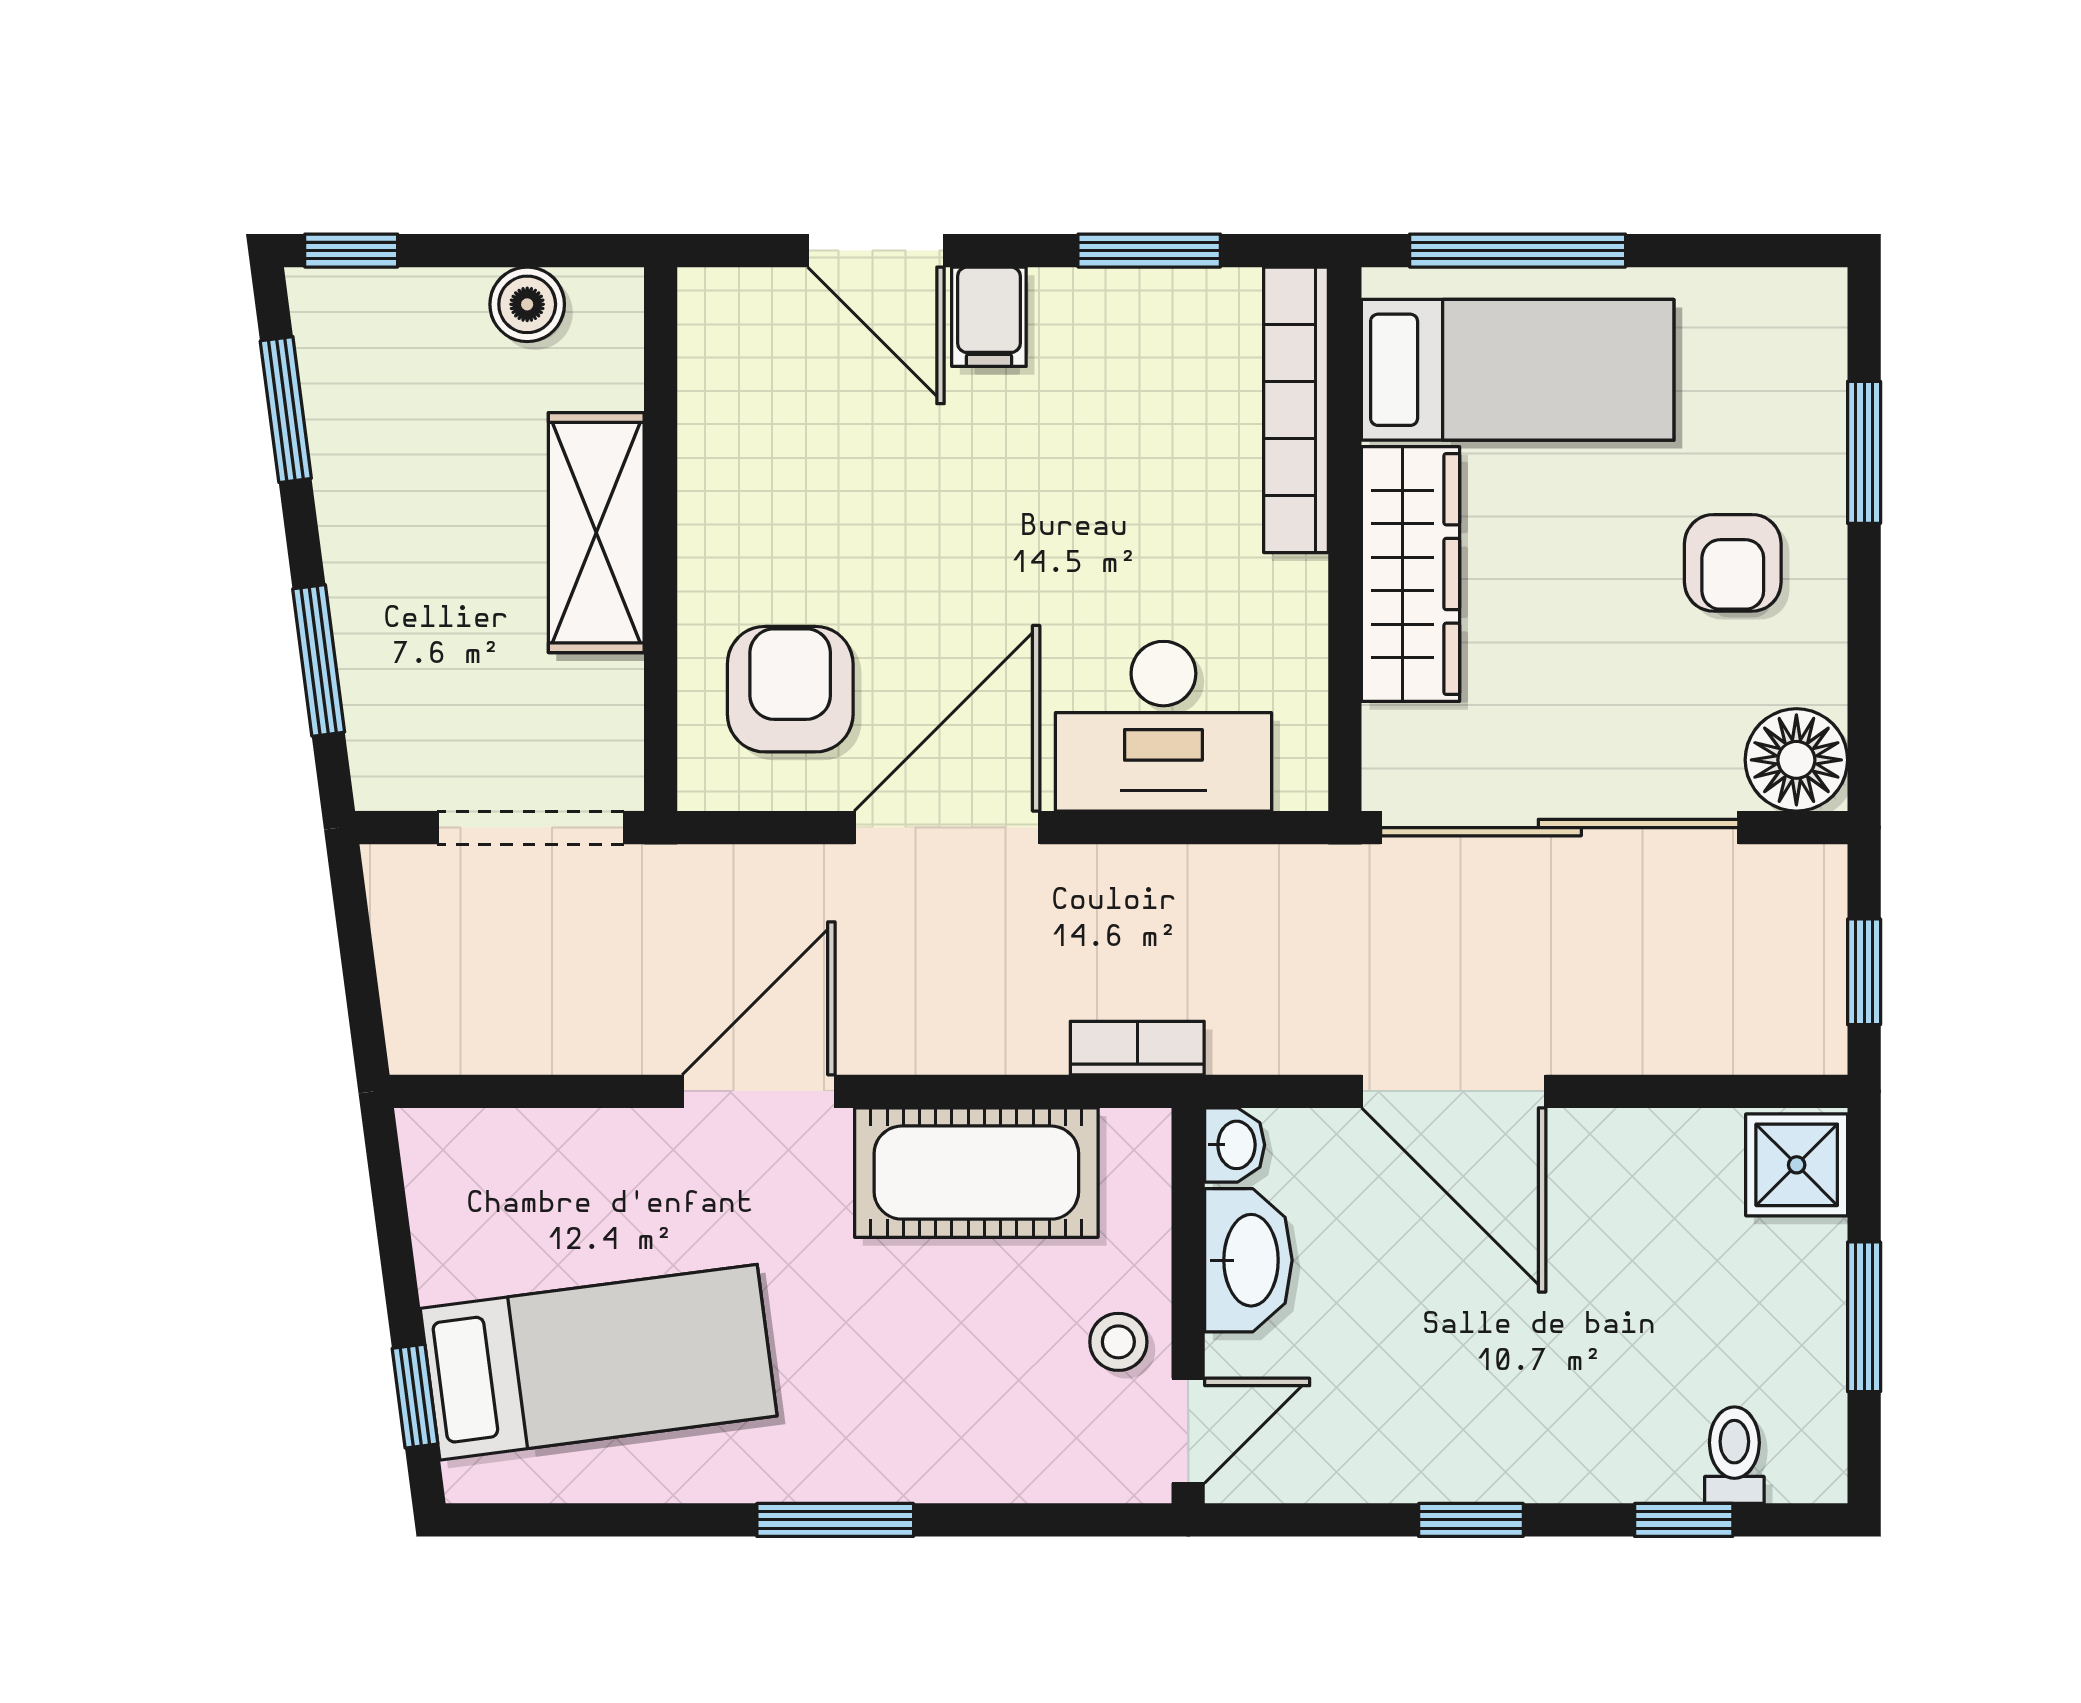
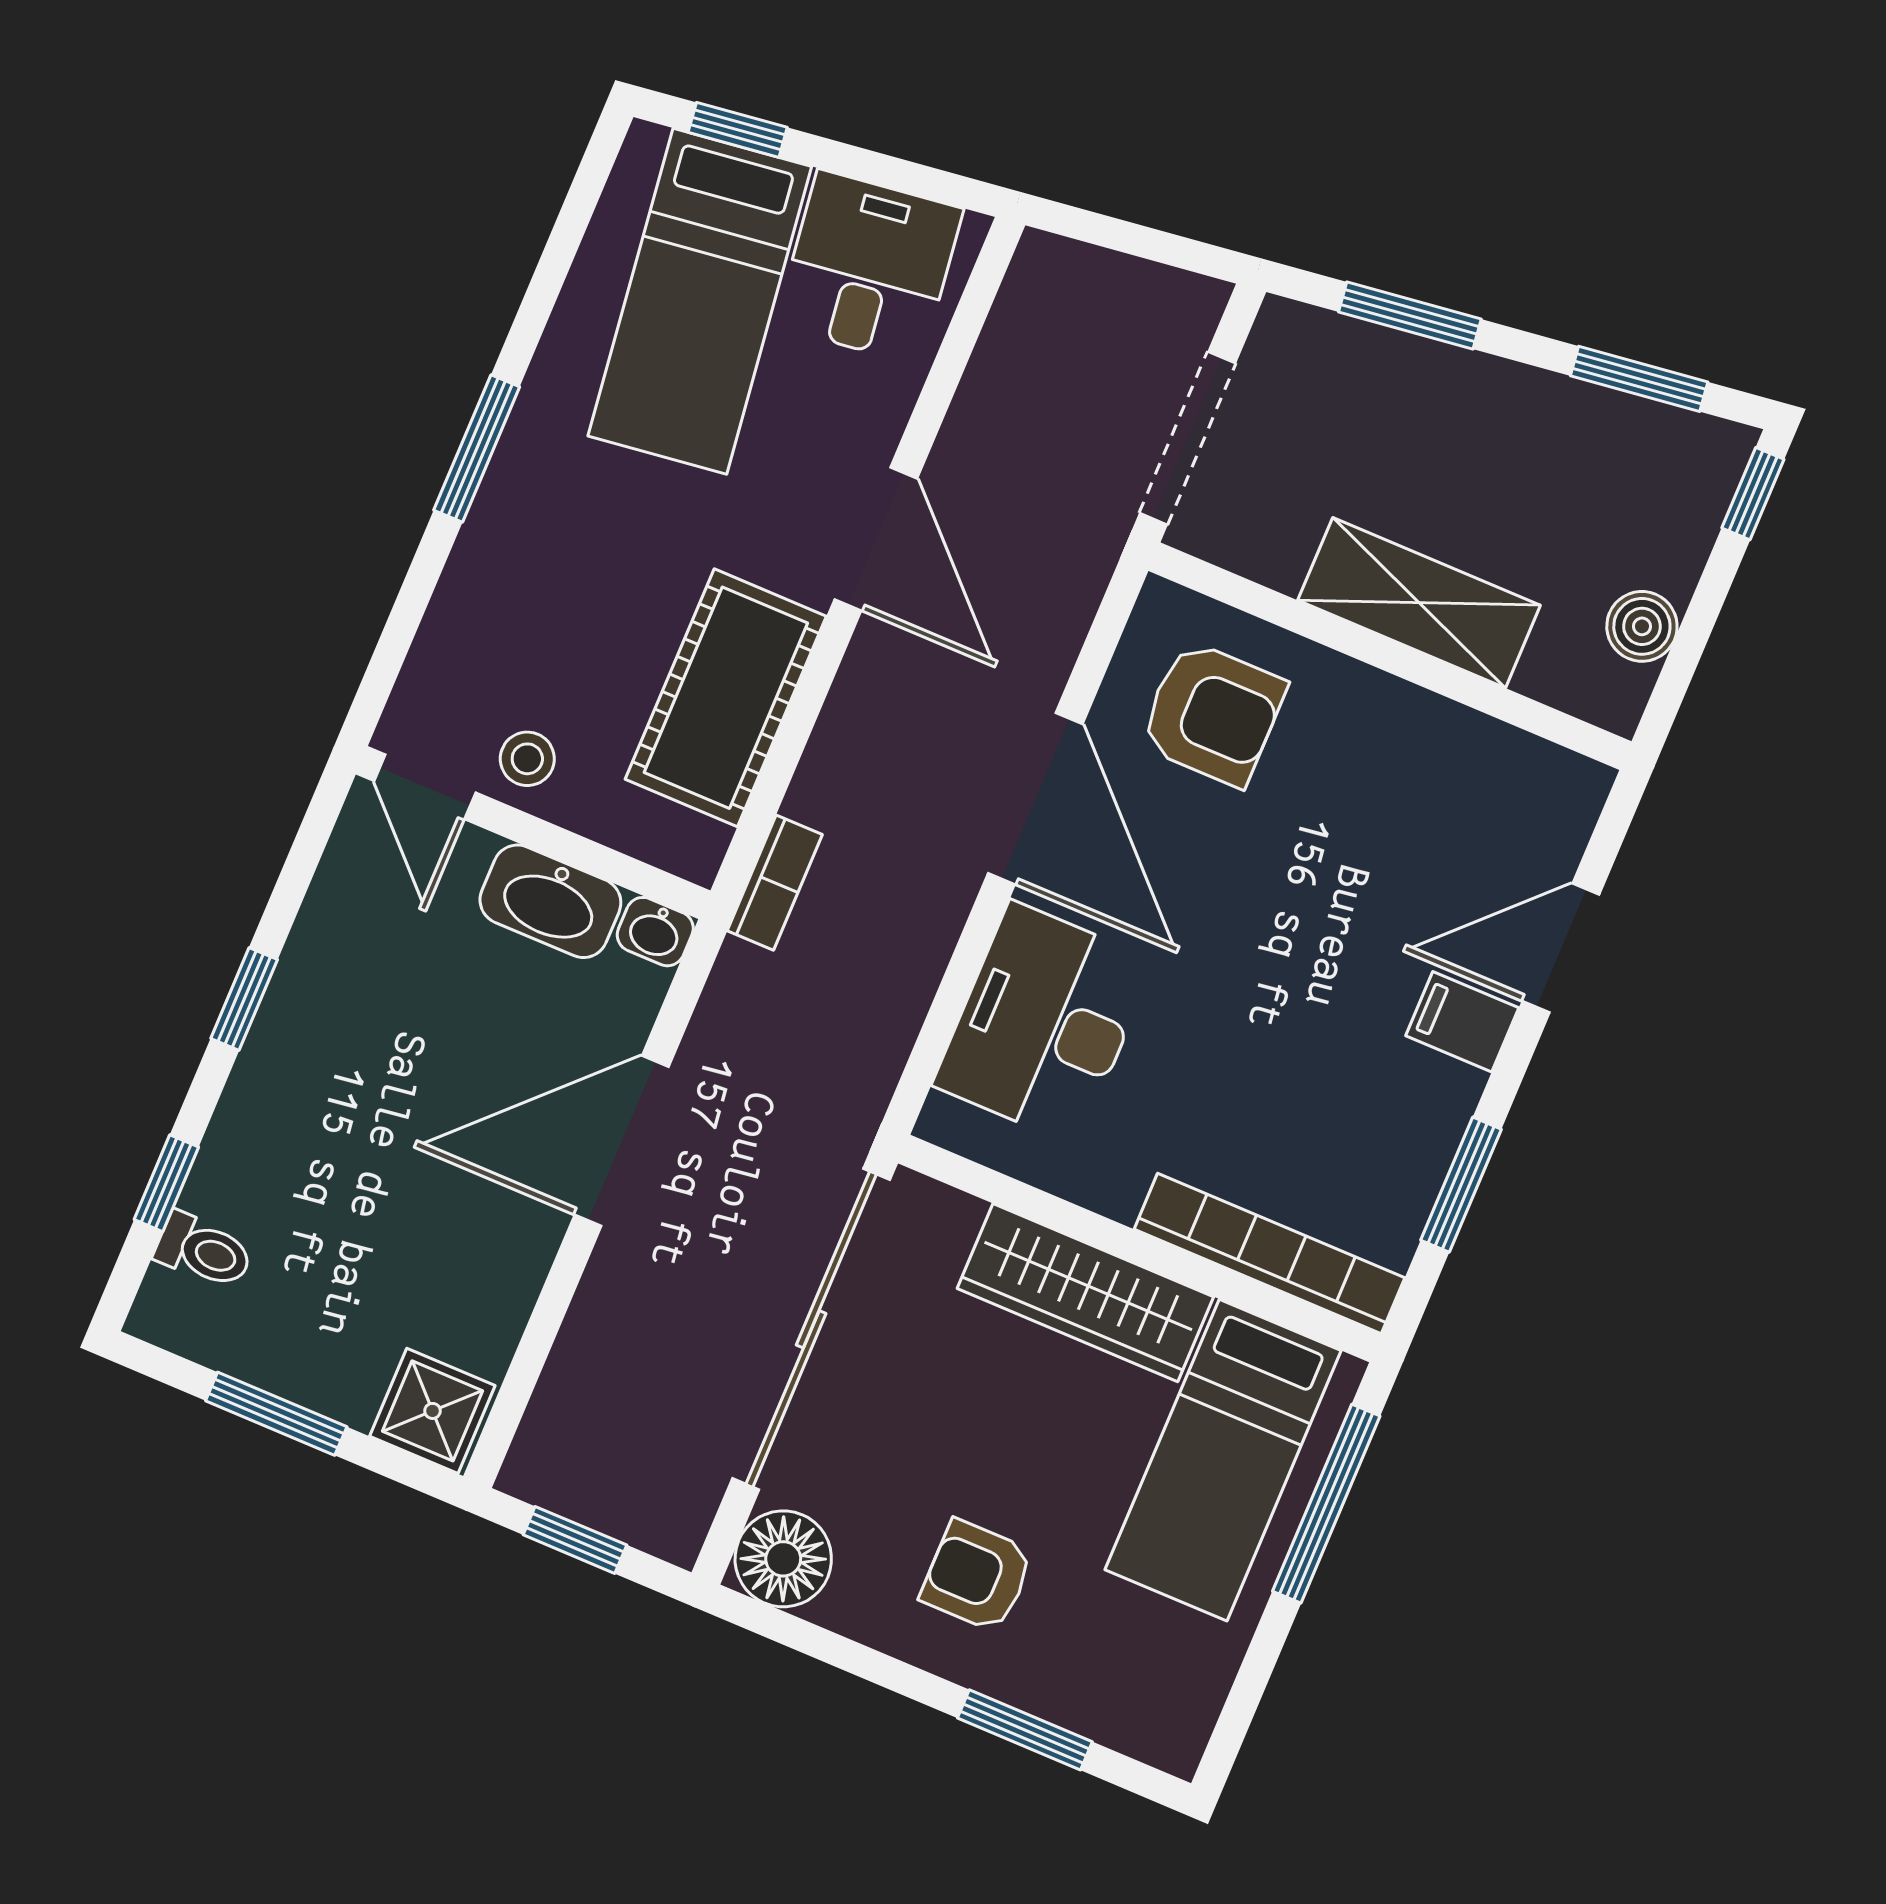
desk: (495, 1210) -> (869, 267), added

